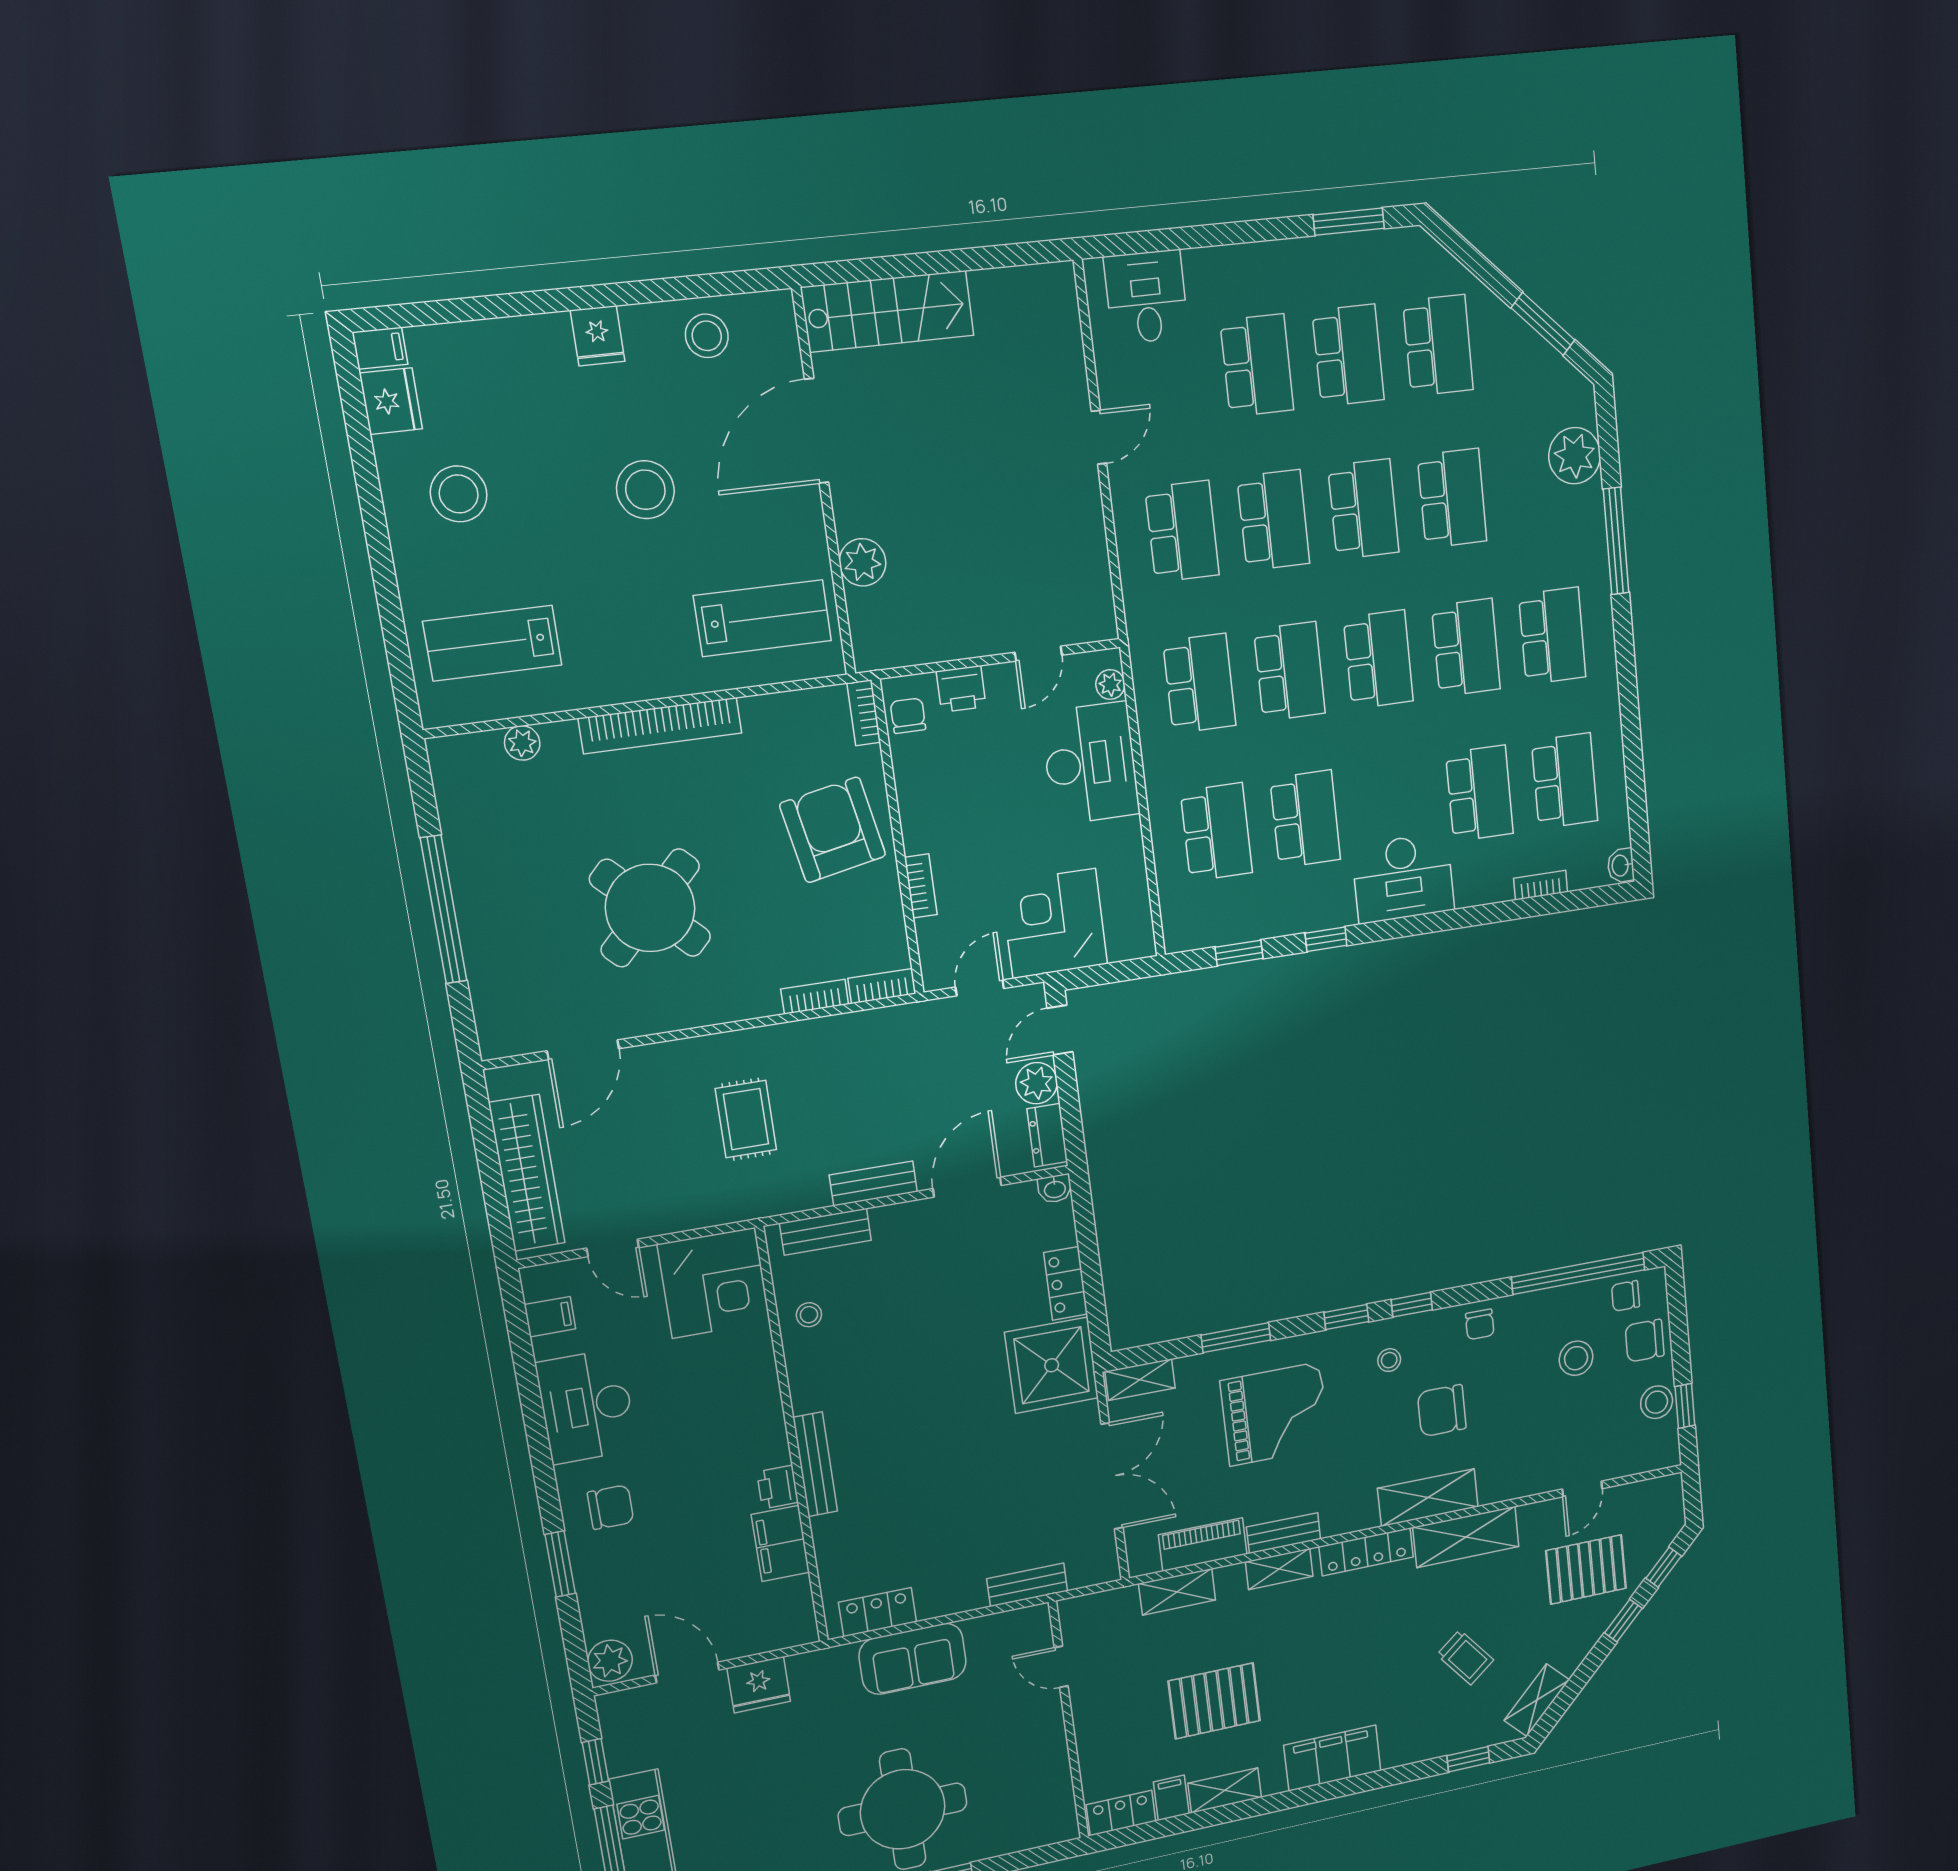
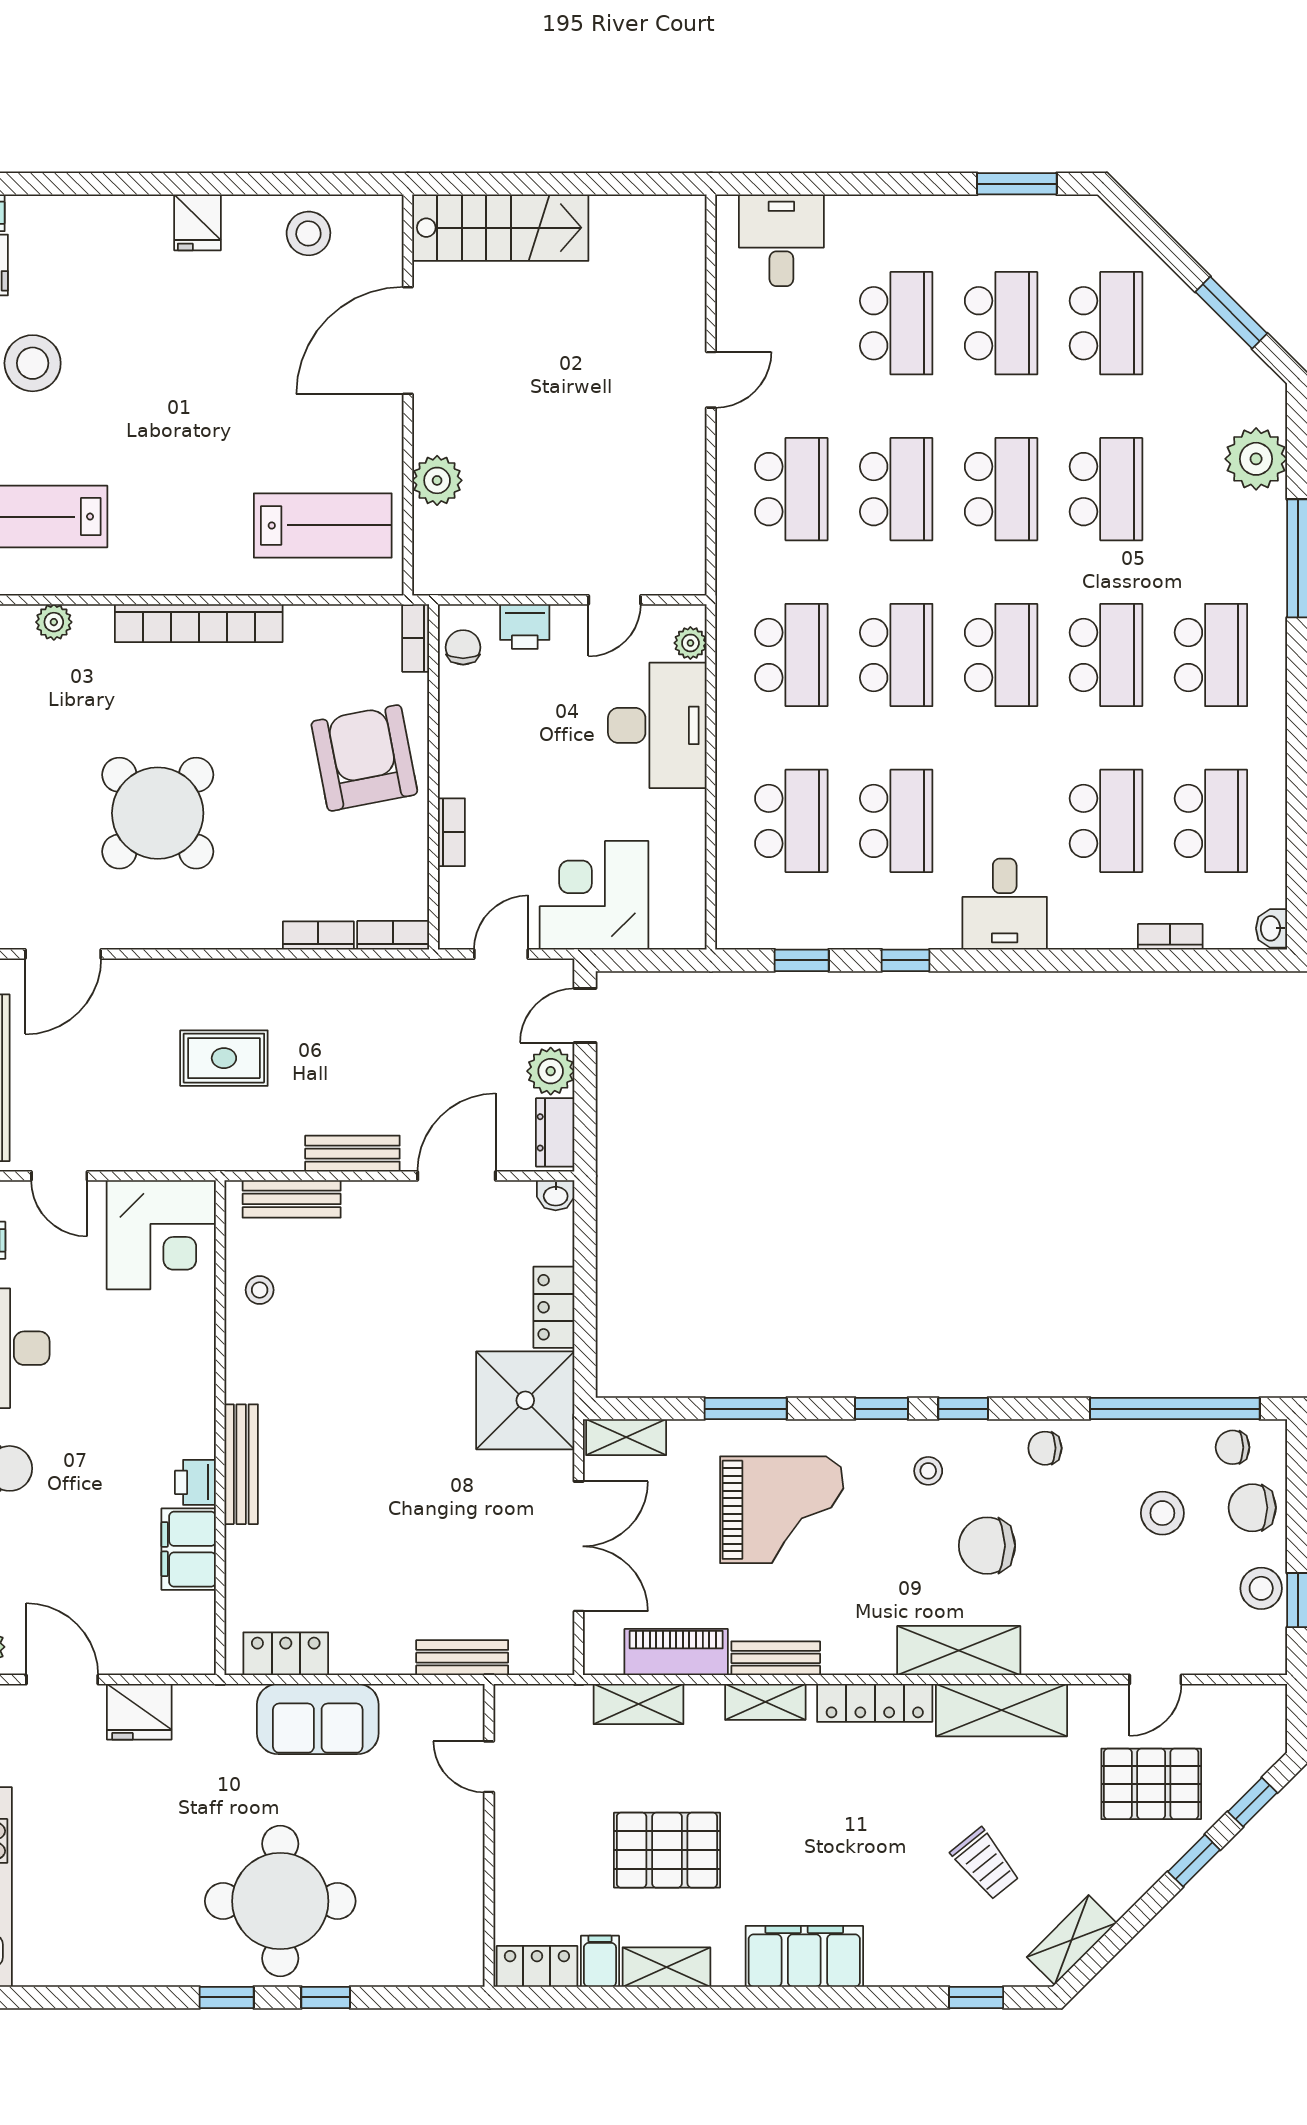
stool: (645, 490) -> (221, 380), removed
desk: (1403, 878) -> (1005, 904), width x0.73
rug: (746, 1119) -> (224, 1058), turned 90
chair: (1480, 1324) -> (1045, 1448), turned 90

